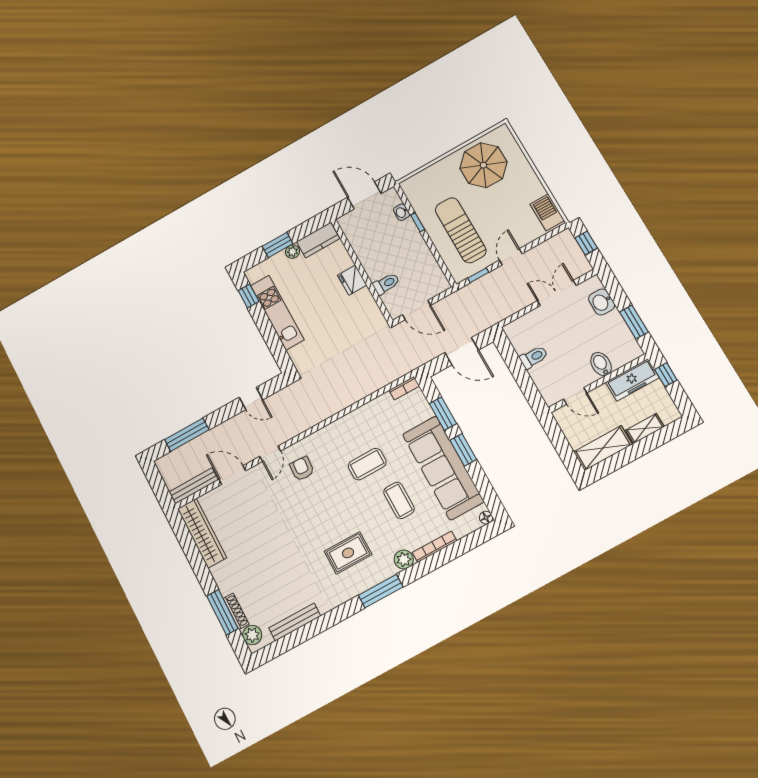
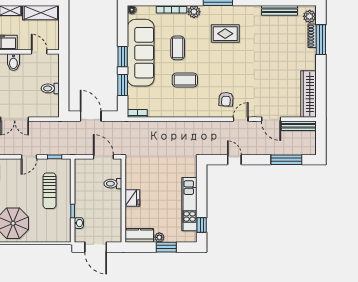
sun lounger: (461, 230) -> (49, 191), width x0.73, depth x0.75

